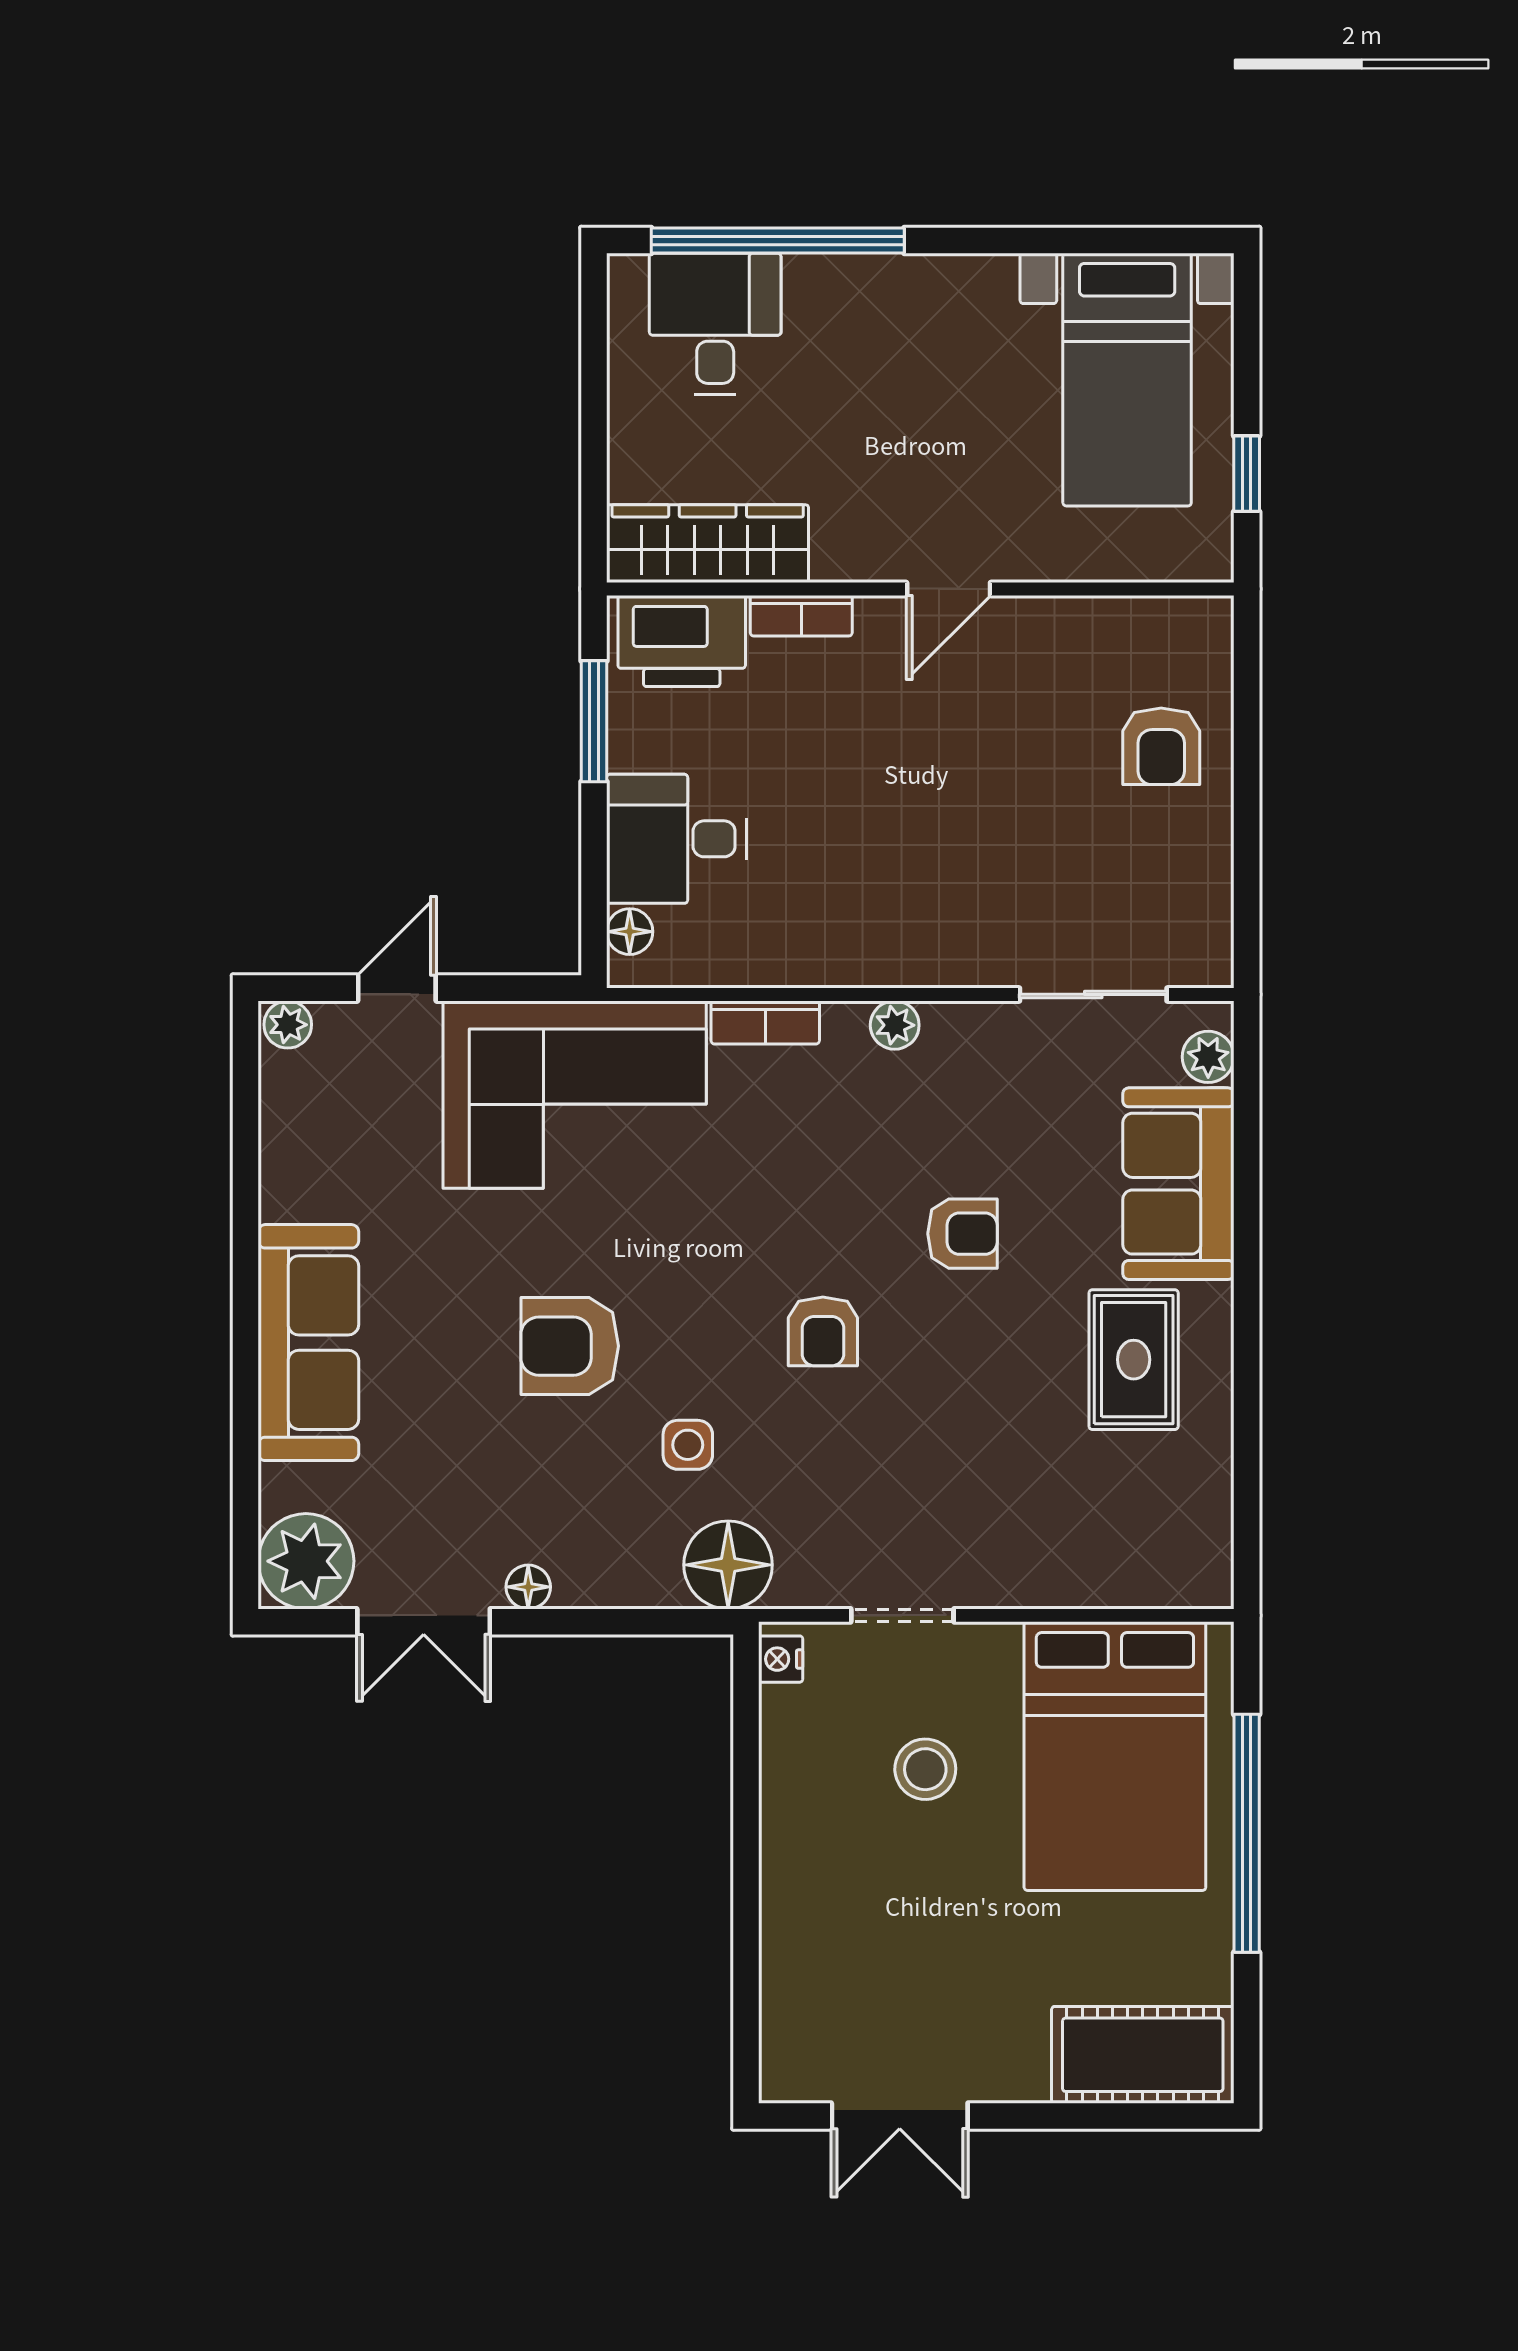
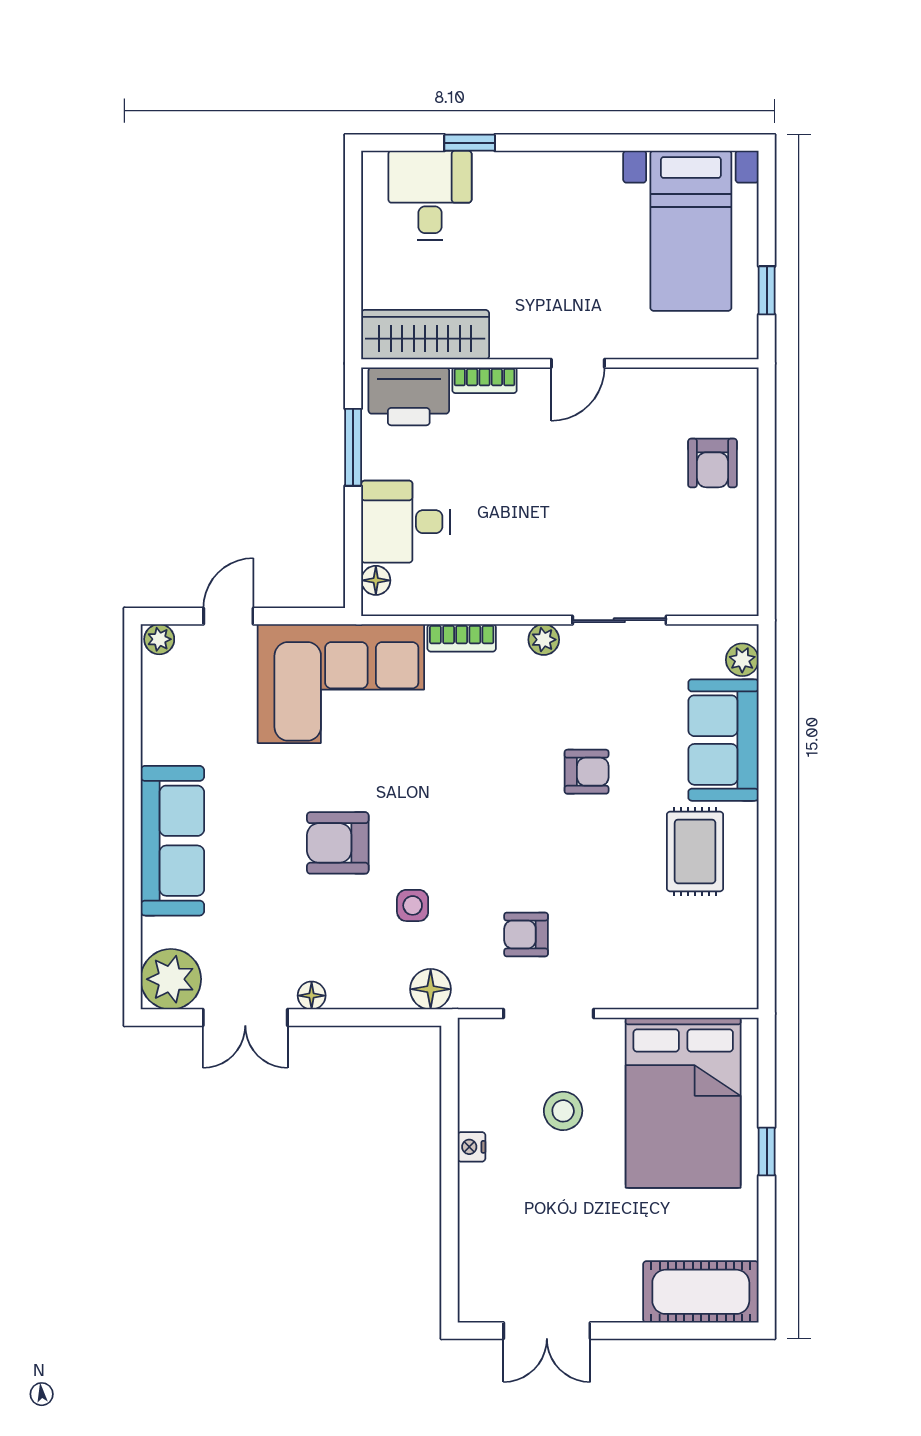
window: (778, 241) -> (470, 143), width x0.32
sliding door: (1093, 994) -> (619, 620), moved
armchair: (823, 1331) -> (526, 935), moved, turned 90
floor lamp: (728, 1565) -> (431, 989), width x0.73, depth x0.73
doorway: (902, 1615) -> (549, 1014), width x1.38
nightstand: (781, 1659) -> (471, 1147), moved
window: (1247, 1833) -> (767, 1151), width x0.32

